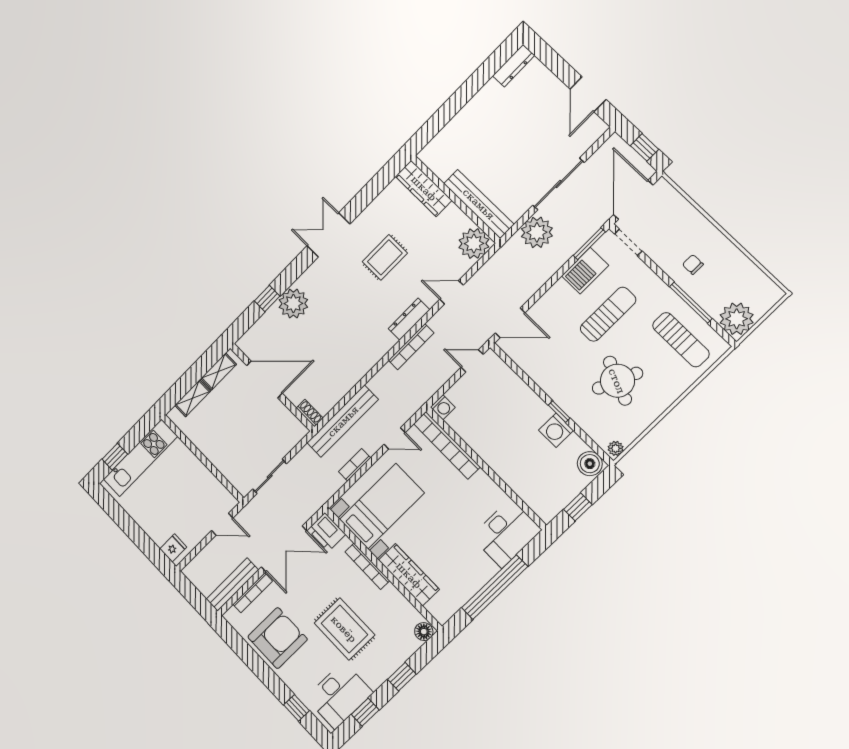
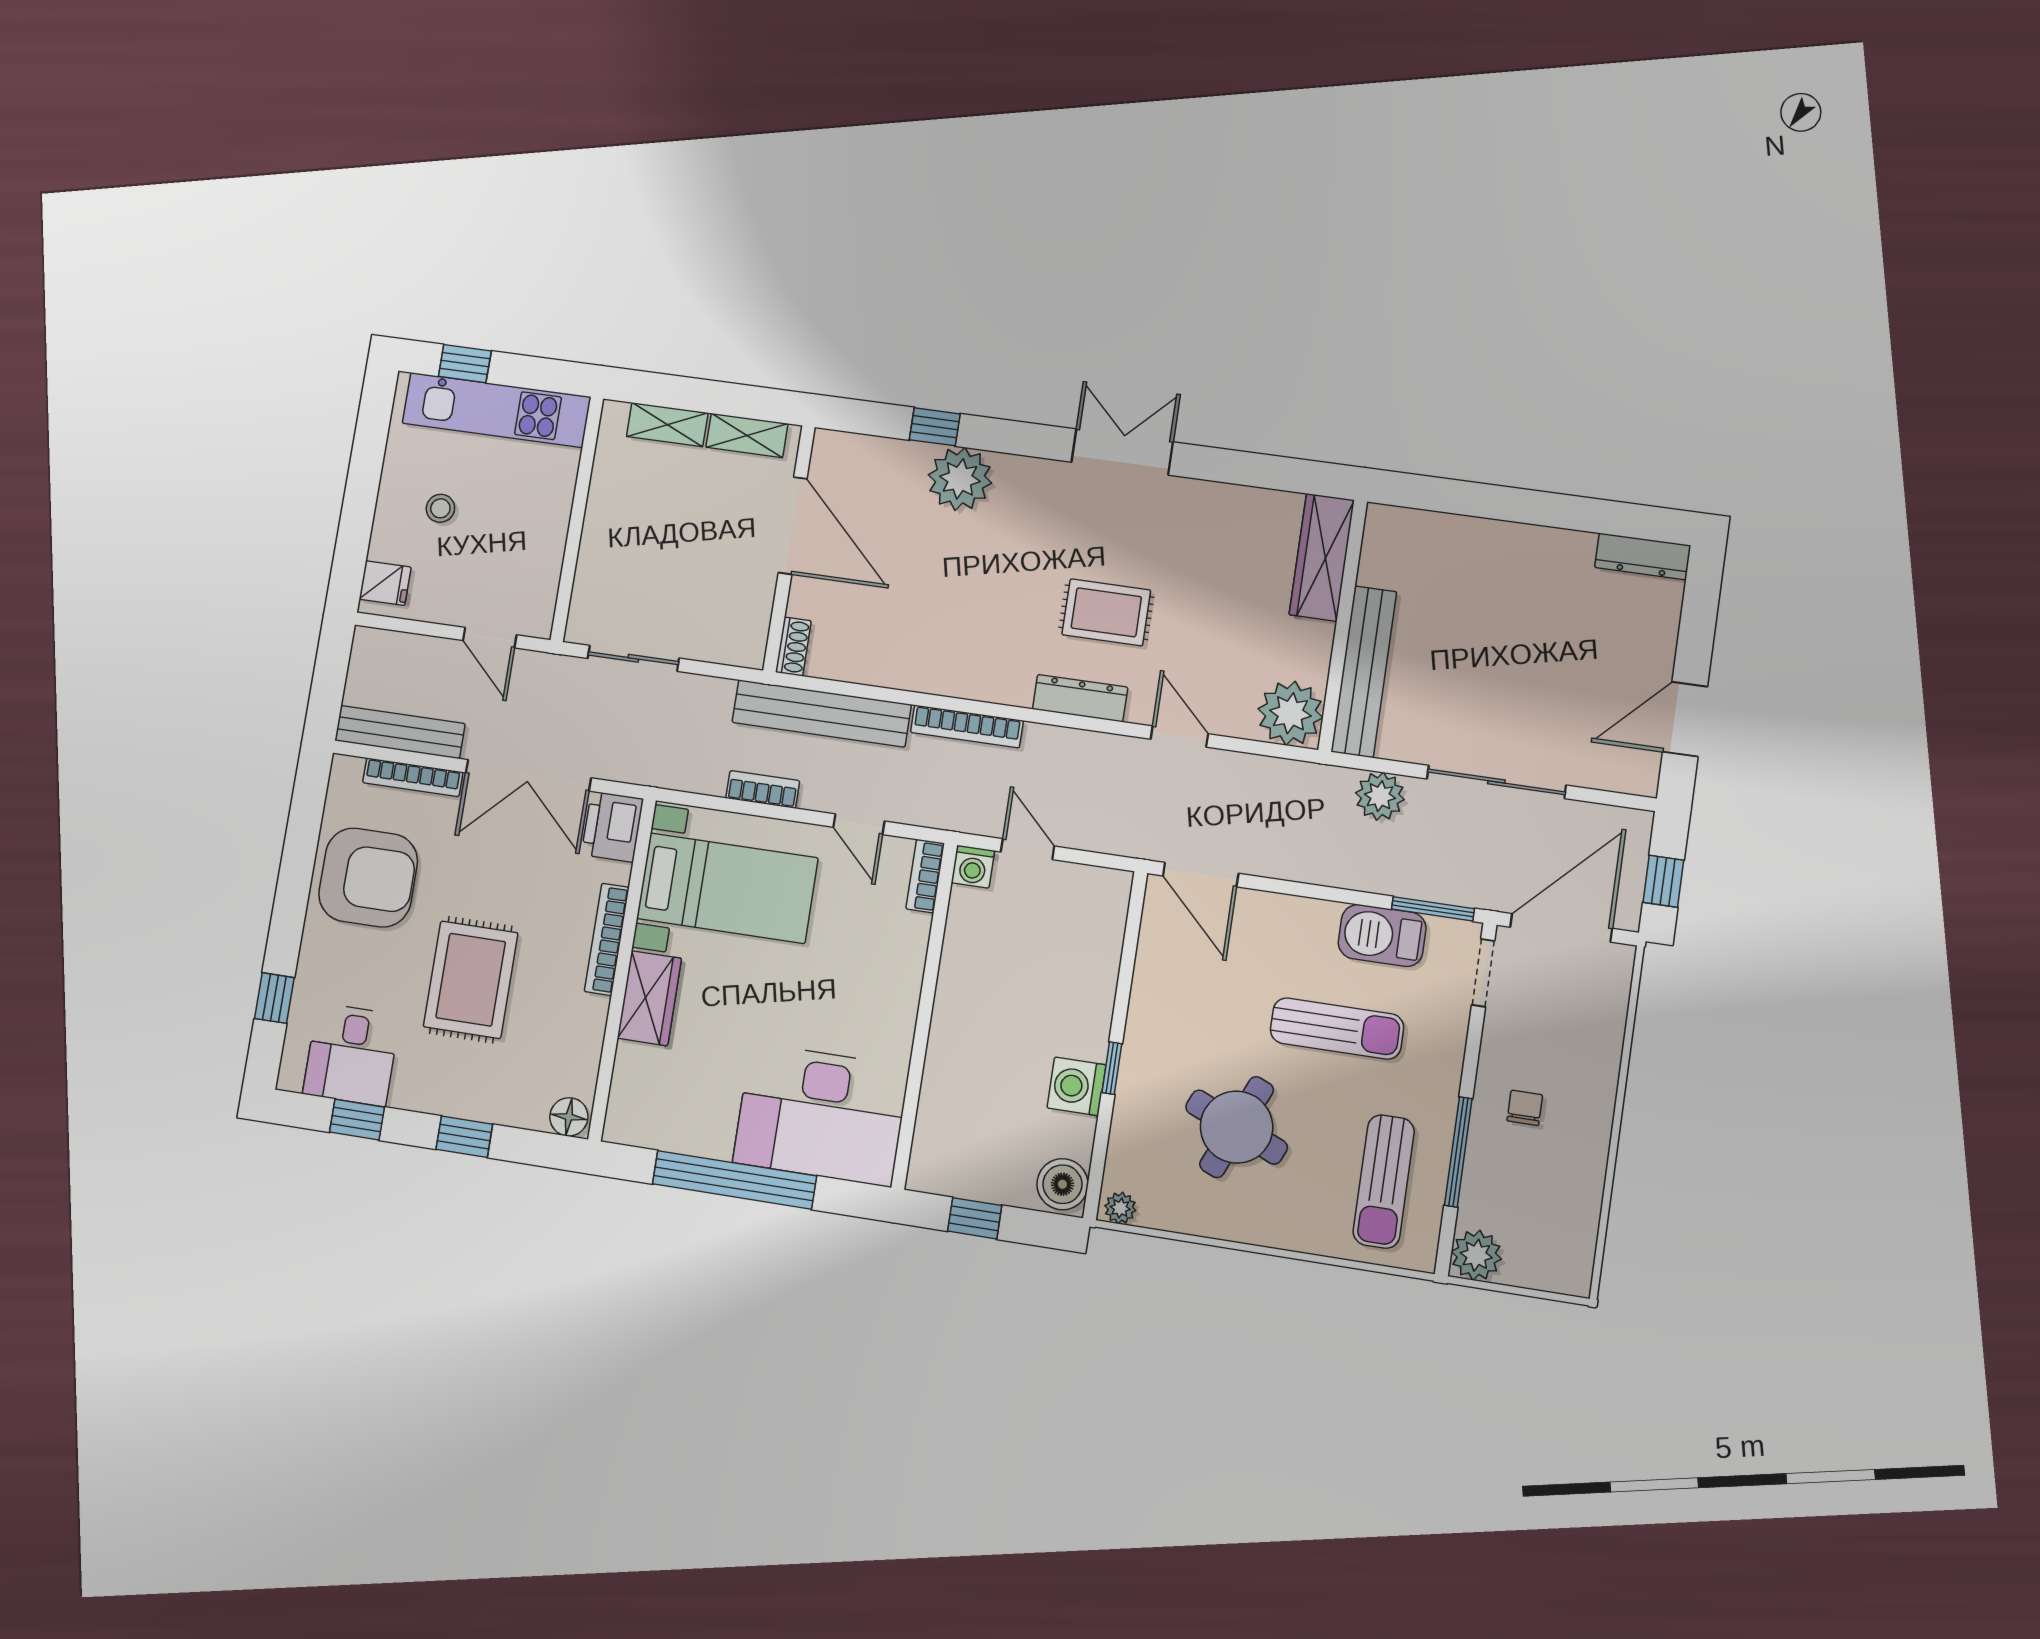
plant: (537, 232) -> (1380, 796), width x0.73, depth x0.73
rug: (385, 257) -> (1106, 612), moved
plant: (737, 319) -> (1476, 1255), width x0.73, depth x0.73
bookcase: (411, 347) -> (967, 726), moved
door: (472, 361) -> (1028, 849), moved
bookcase: (447, 445) -> (925, 876), width x0.43, depth x0.76
stool: (161, 506) -> (440, 508), added
desk: (506, 533) -> (821, 1115), width x1.36, depth x1.30
wardrobe: (409, 575) -> (649, 998), width x0.67
desk: (339, 695) -> (352, 1055), width x0.73

